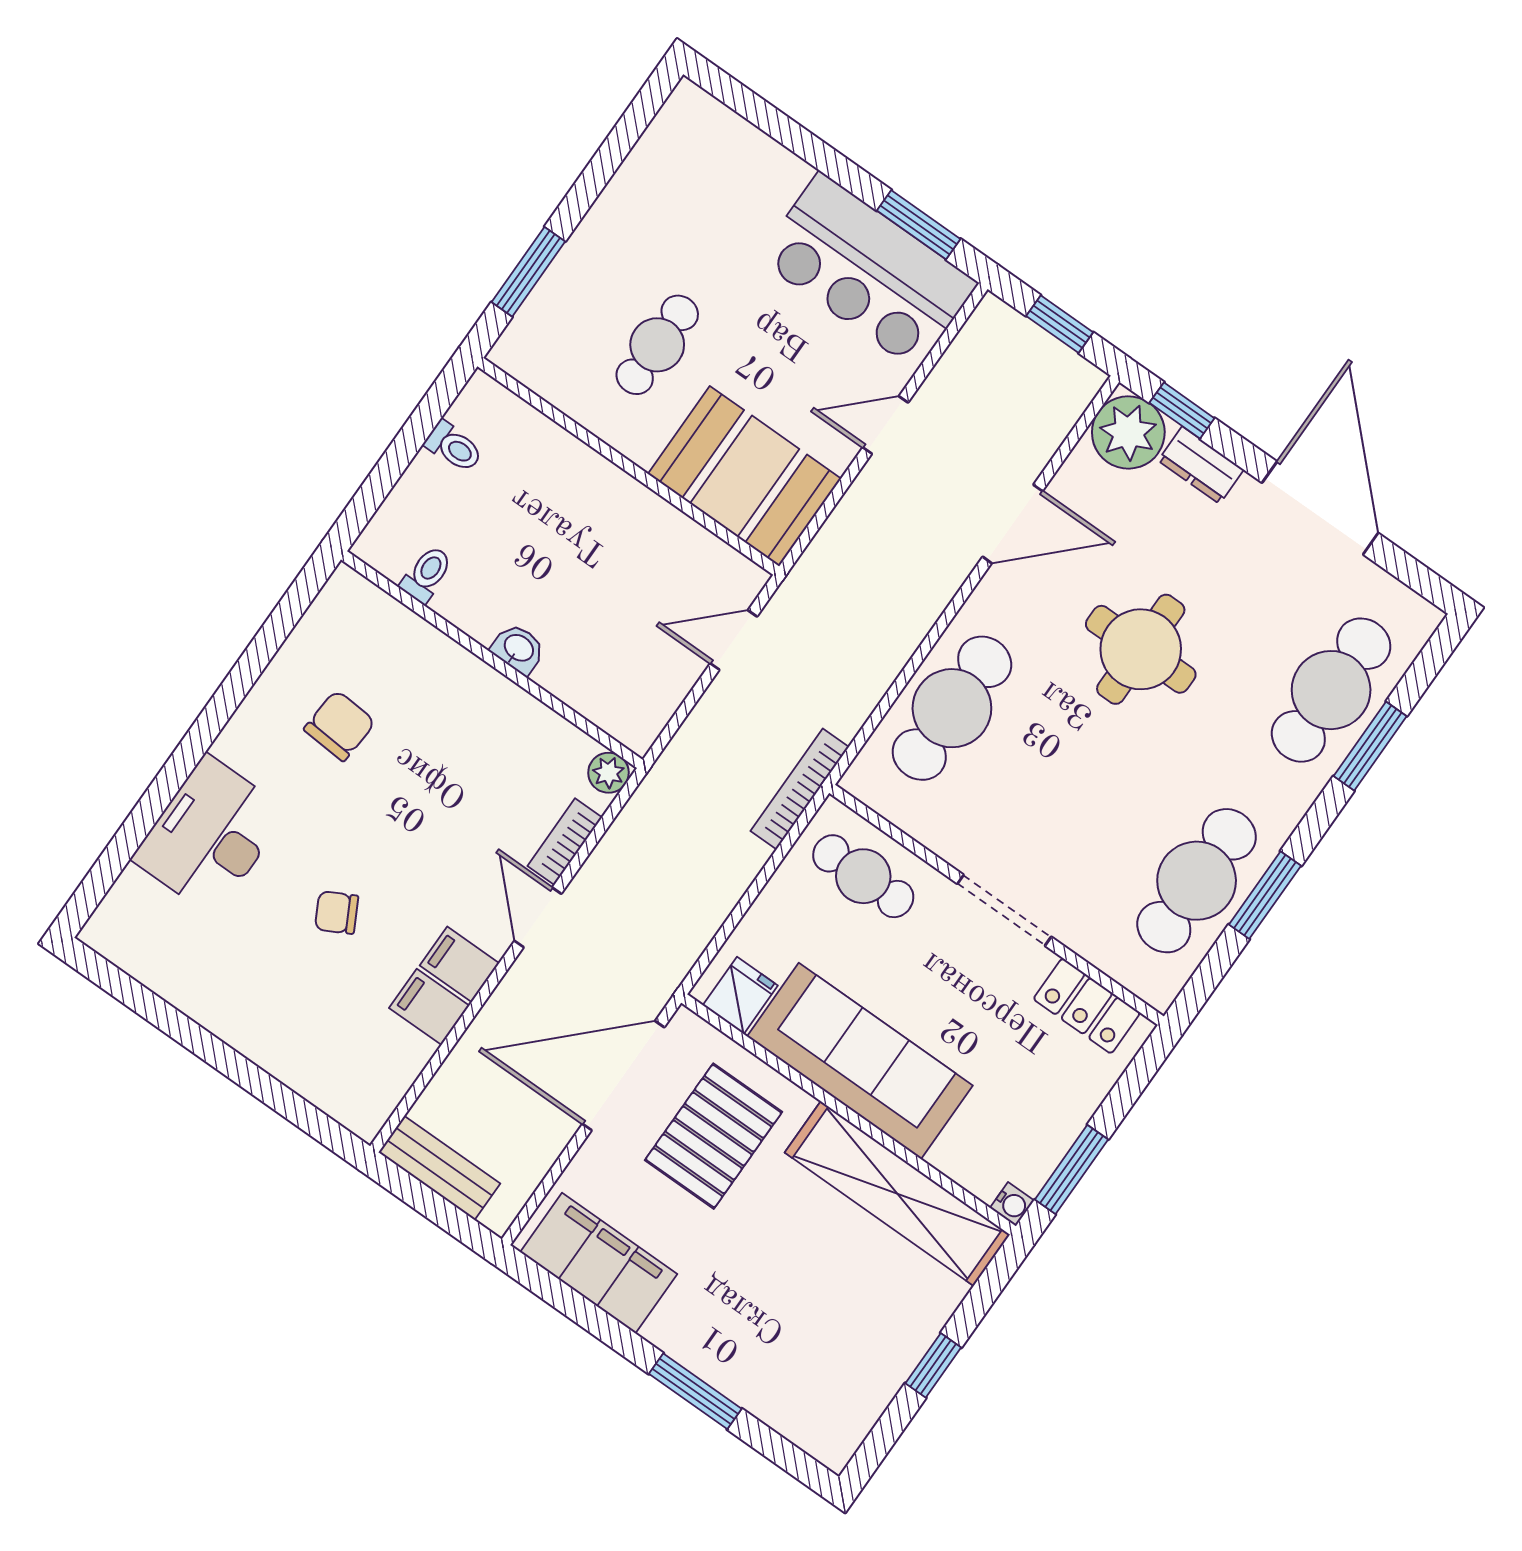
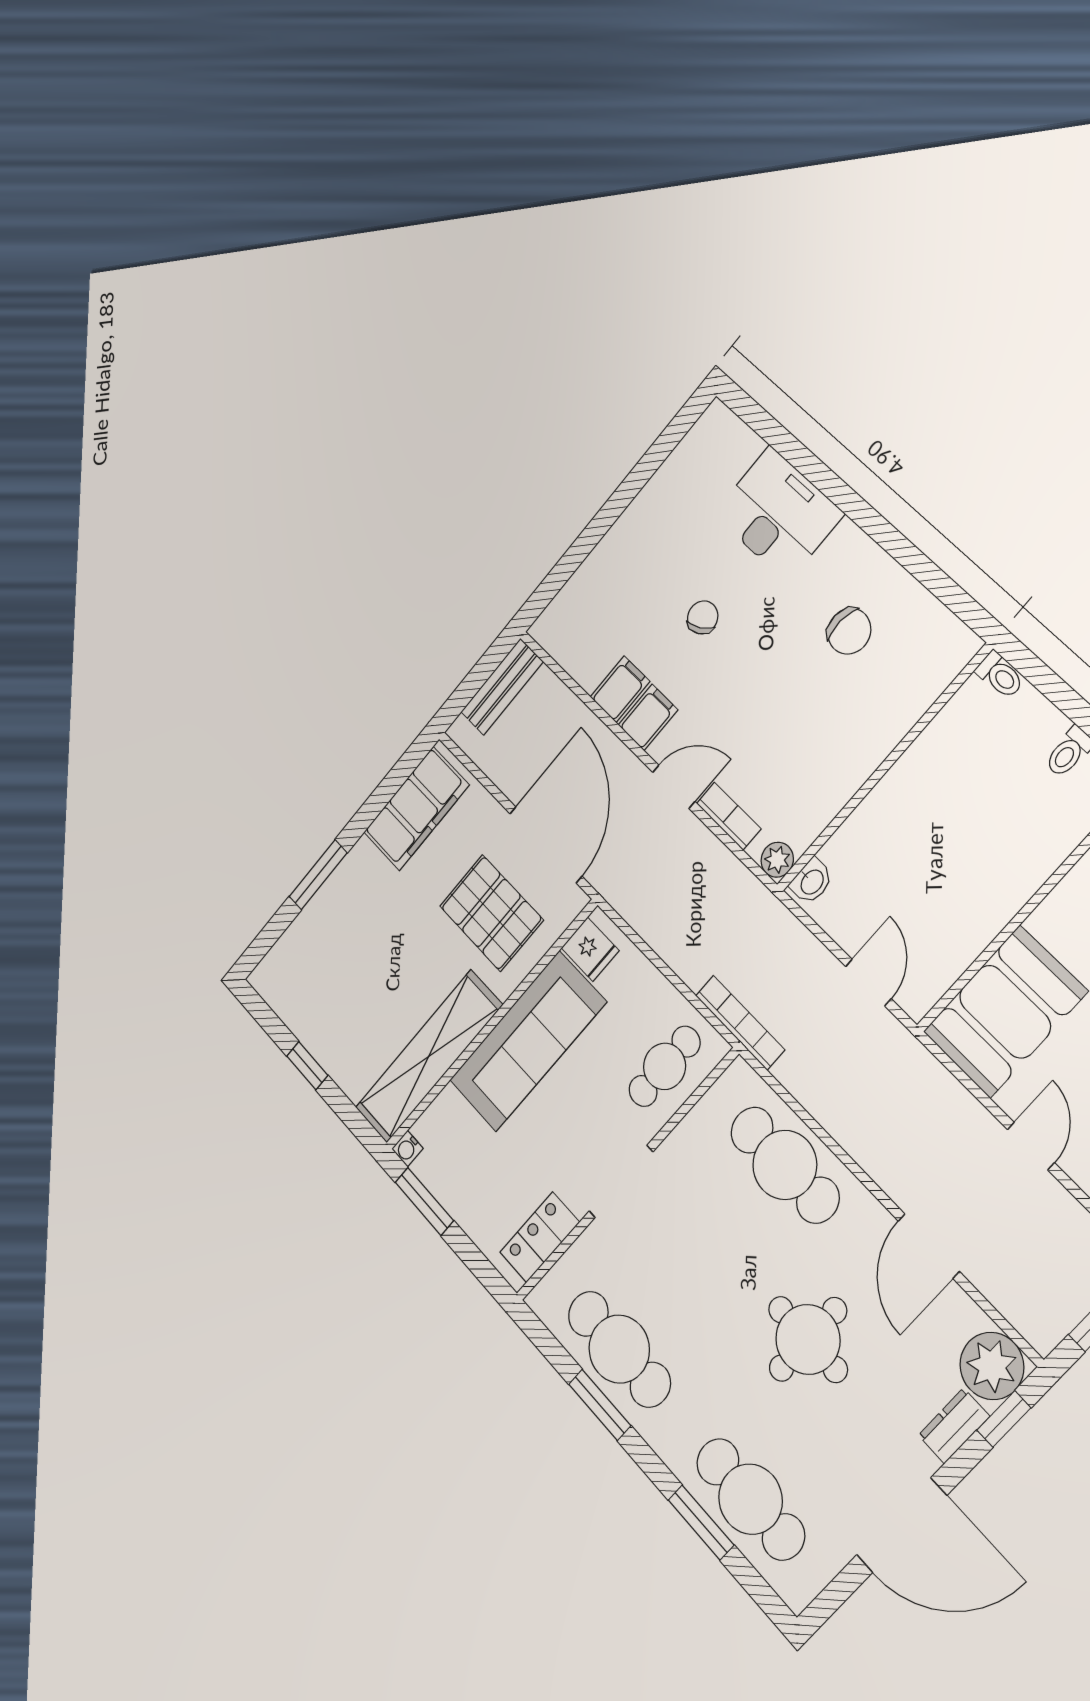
toilet: (427, 574) -> (1000, 675), moved
washbasin: (518, 649) -> (812, 881), moved

